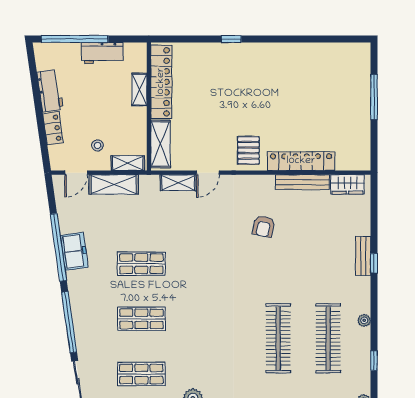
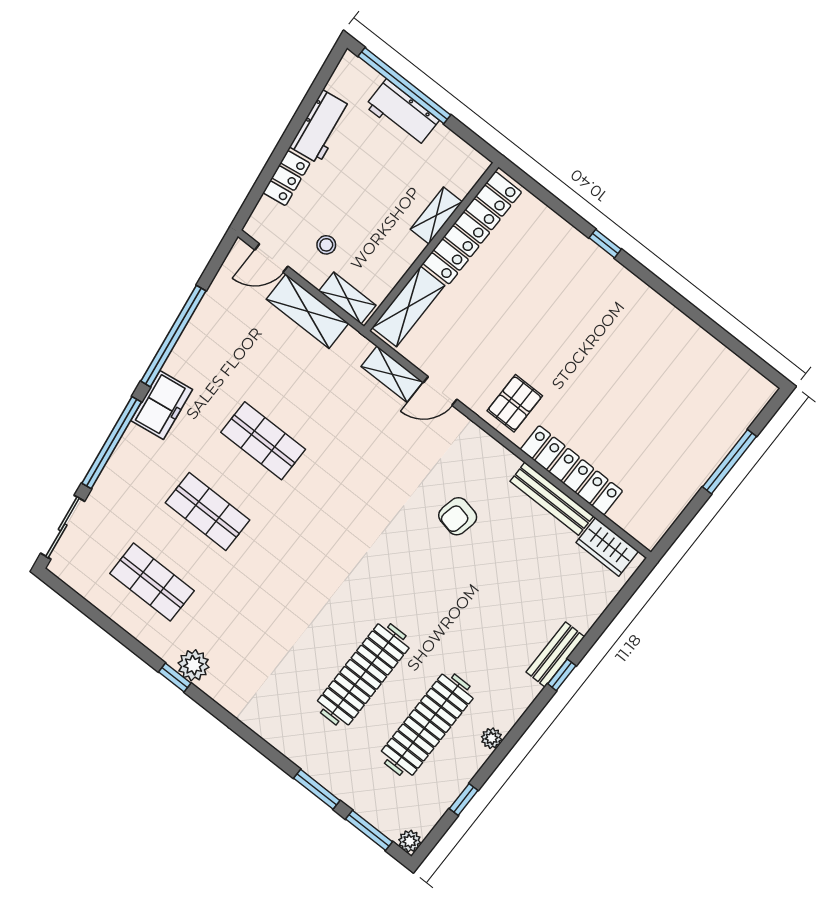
workbench: (102, 53) -> (402, 113), moved
freezer: (74, 251) -> (162, 405), moved

